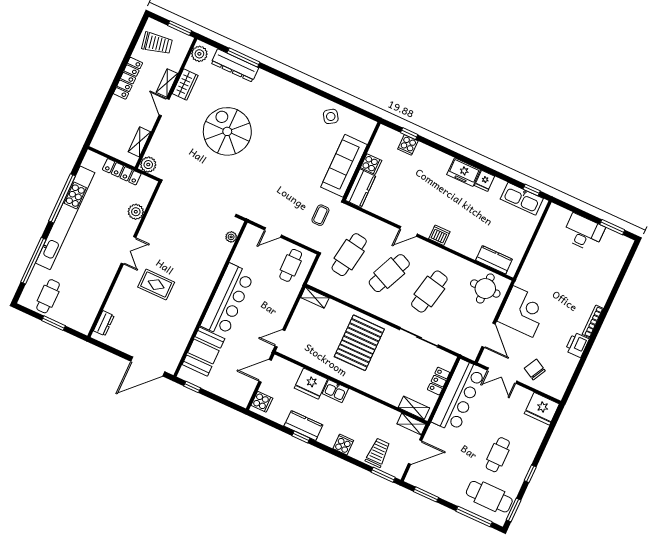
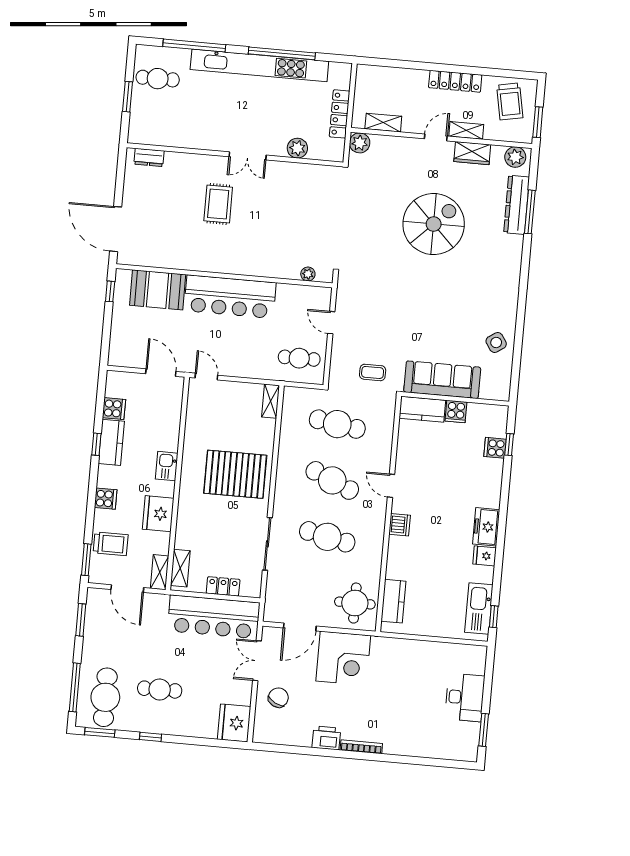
fridge: (311, 384) -> (158, 514), moved
cooker: (262, 402) -> (114, 409), moved, turned -90

